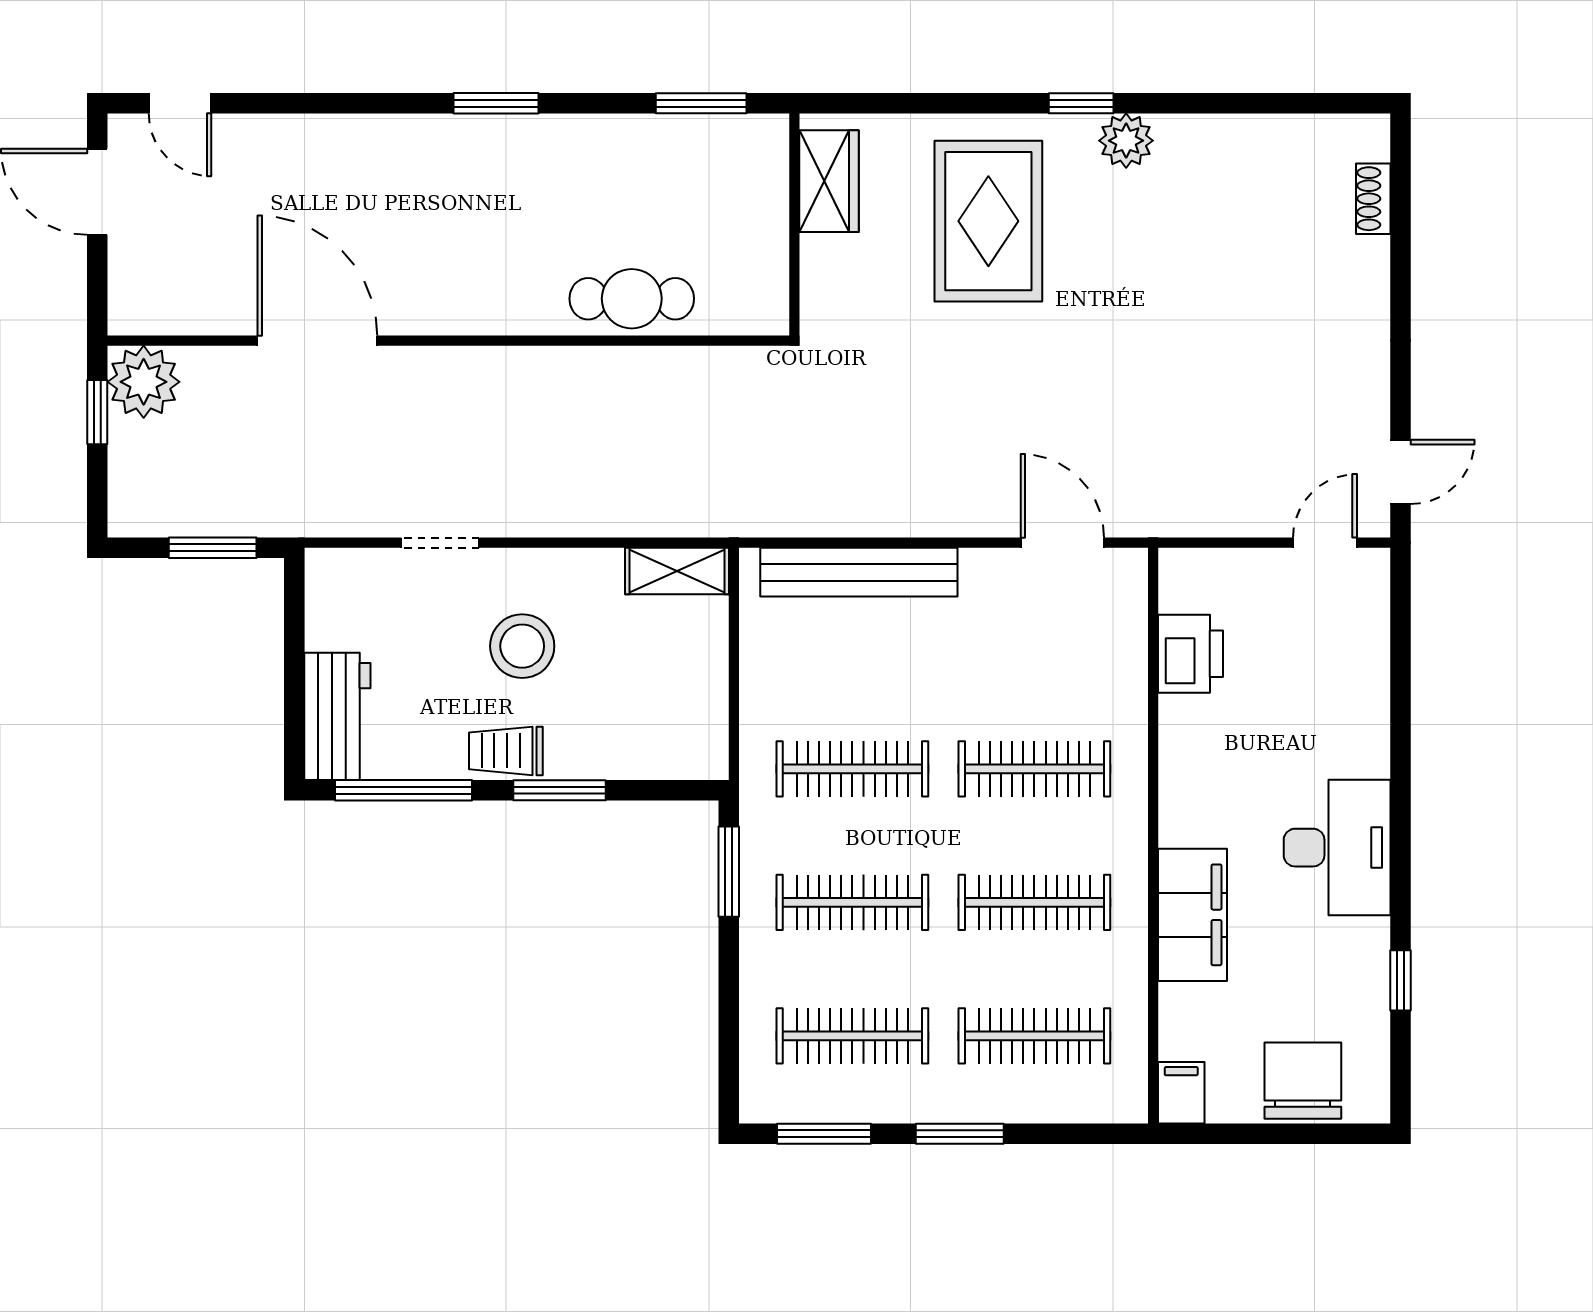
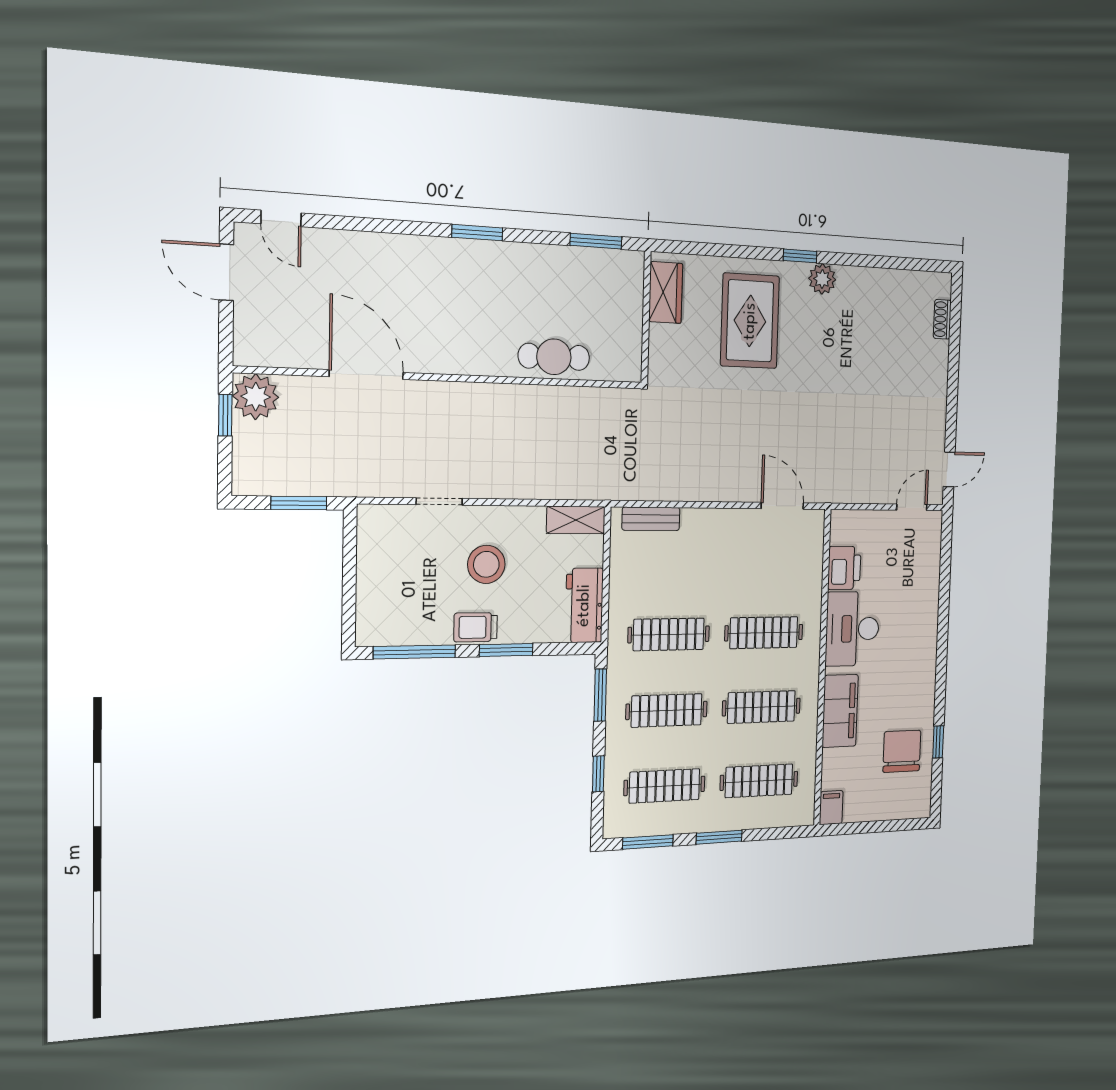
bench: (859, 572) -> (651, 519), width x0.54, depth x0.82
workbench: (337, 716) -> (584, 605), moved, turned 180
desk: (1337, 848) -> (852, 629), moved, turned 180
window: (729, 1009) -> (598, 774), added
chair: (1303, 1081) -> (902, 751), moved

